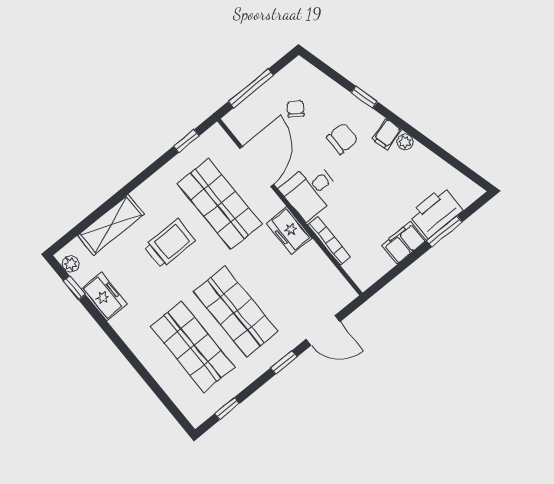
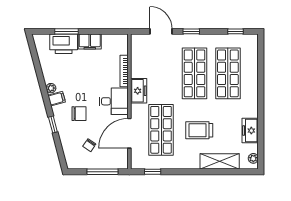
chair: (342, 138) -> (79, 114), turned 180
window: (74, 288) -> (261, 146), removed

